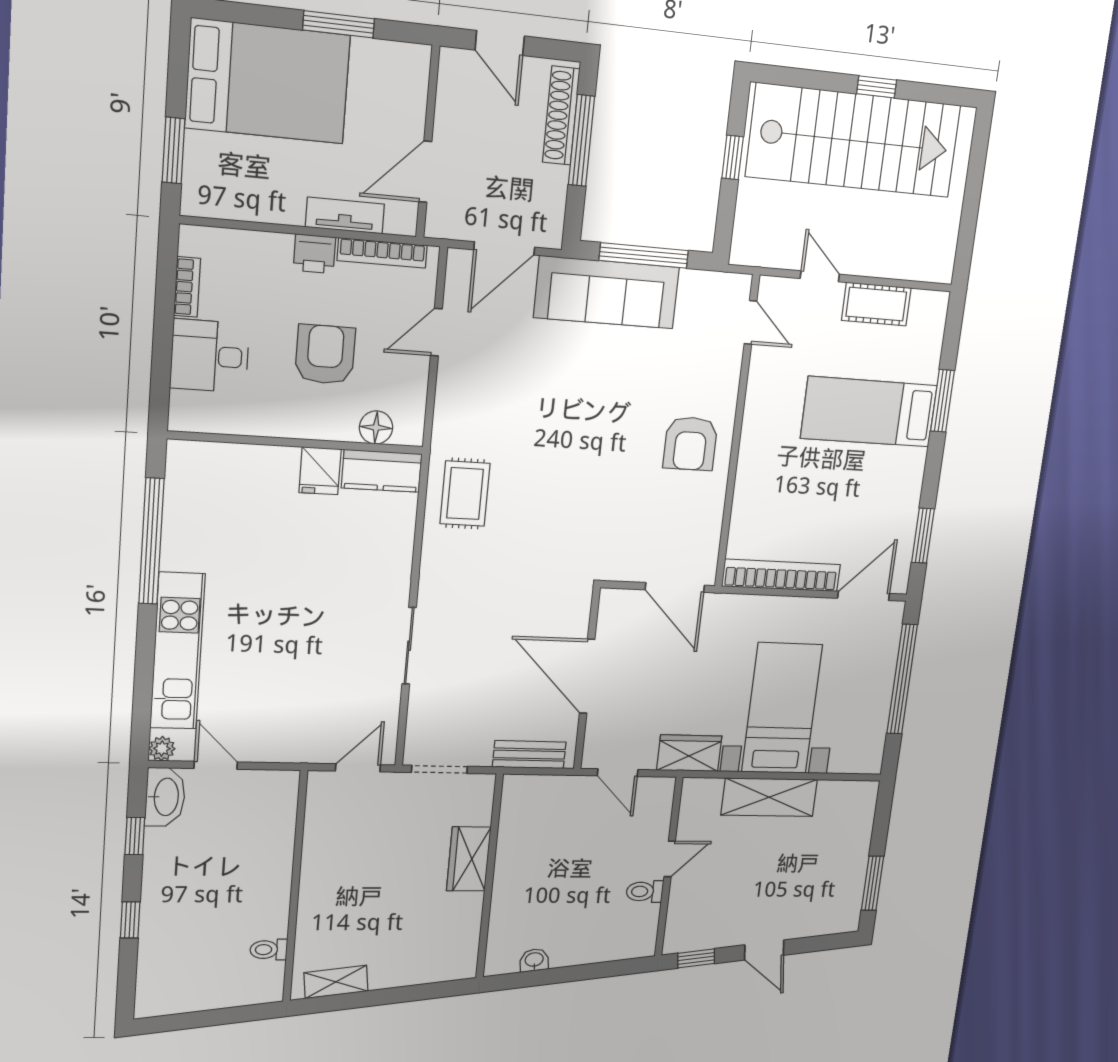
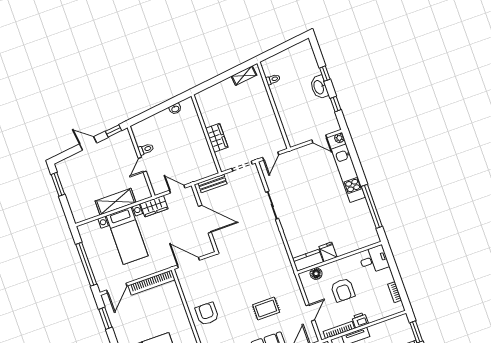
desk: (210, 356) -> (374, 260), moved
rug: (465, 494) -> (266, 308), moved, turned 90
washbasin: (165, 797) -> (319, 87), moved

